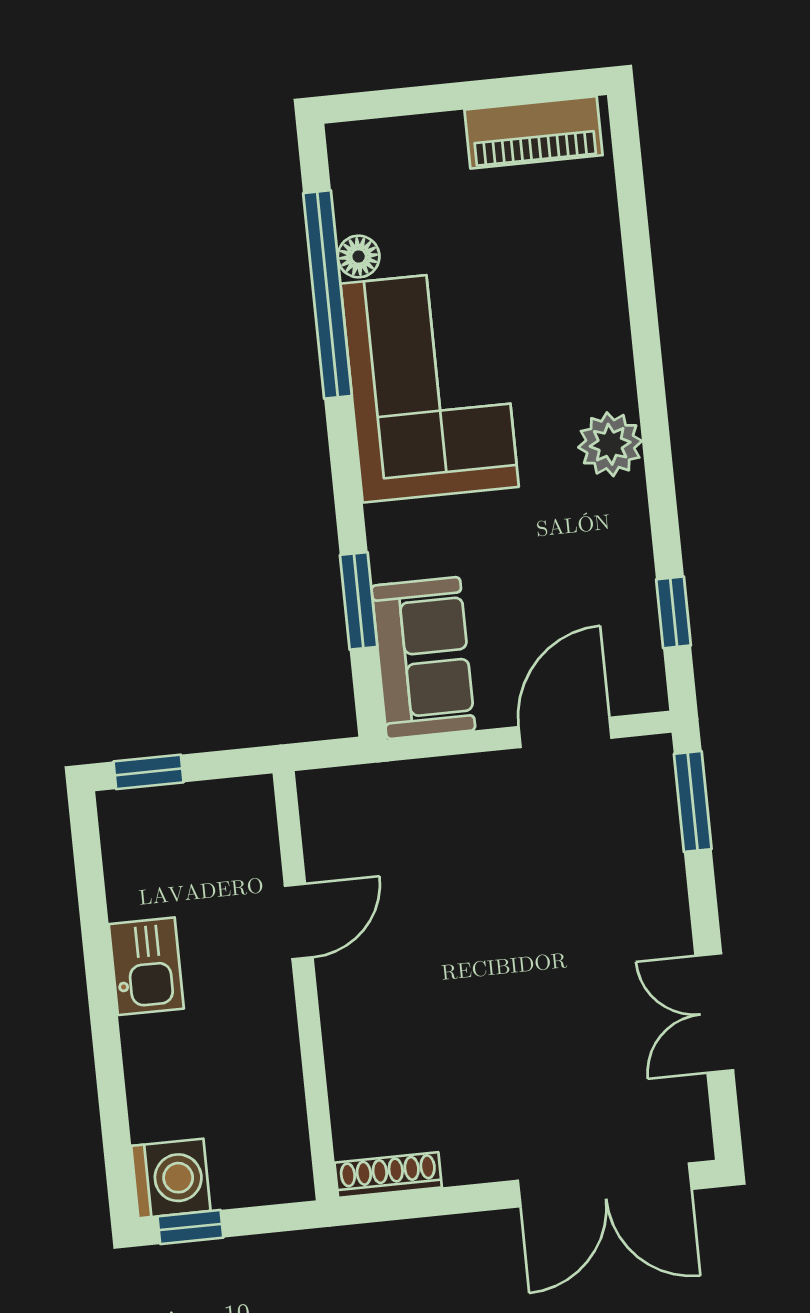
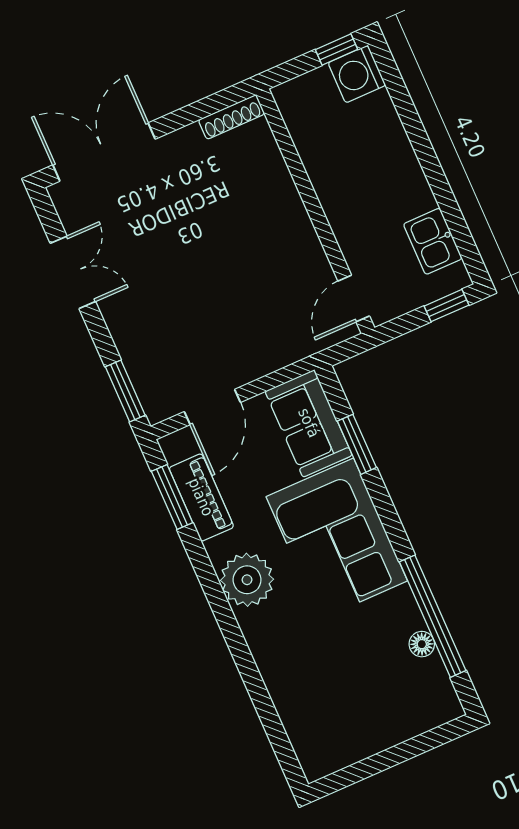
piano: (534, 132) -> (201, 497), moved, turned 90
corner sofa: (430, 385) -> (337, 539), moved
plant: (610, 444) -> (247, 580), width x1.36, depth x1.36
window: (674, 612) -> (172, 497), width x1.50
door: (299, 921) -> (354, 298), moved
kitchen sink: (146, 966) -> (433, 241), moved

